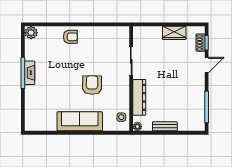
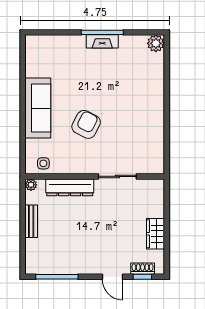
armchair: (70, 37) -> (150, 96), removed
armchair: (92, 85) -> (86, 124), turned -64

